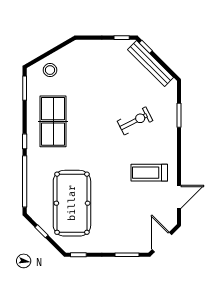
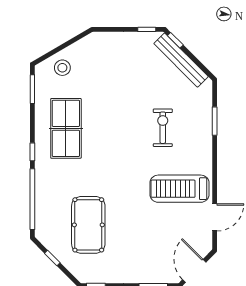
exercise bike: (135, 121) -> (163, 128), turned -63
treadmill: (149, 173) -> (179, 189), width x1.37, depth x1.38
pool table: (72, 203) -> (88, 225), width x0.73, depth x0.76

